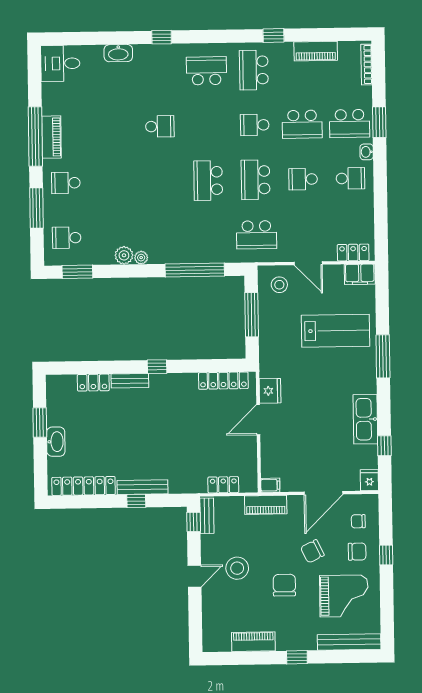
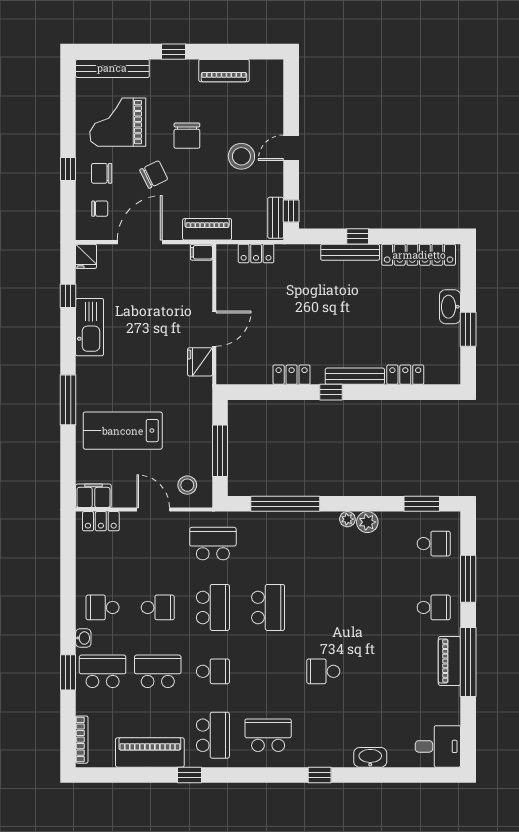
piano: (316, 51) -> (150, 752), width x1.37, depth x1.33
school desk: (206, 71) -> (268, 735), turned 180
bench: (130, 381) -> (355, 376), width x1.36
locker: (223, 381) -> (292, 375), moved, width x0.66

